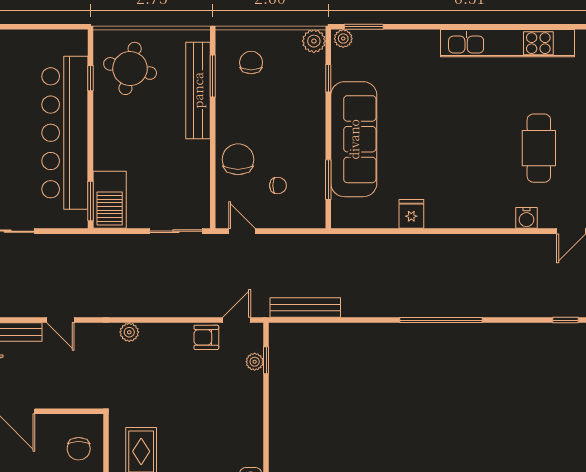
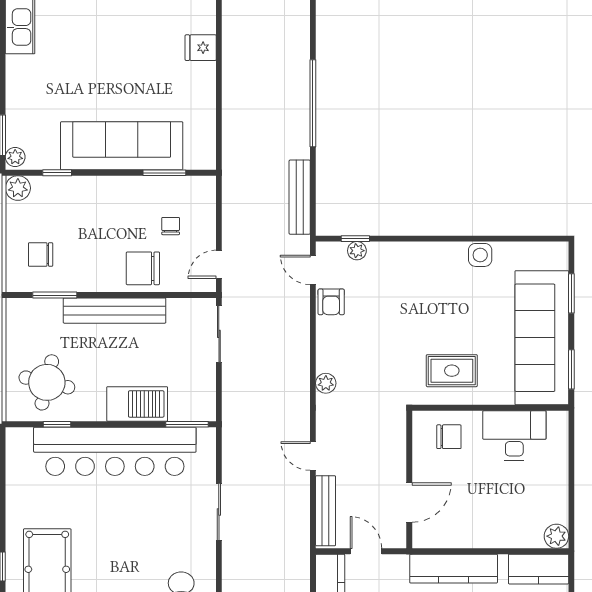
bench: (198, 90) -> (115, 311), moved
barbecue: (110, 200) -> (137, 404), moved
fridge: (411, 214) -> (201, 48), moved
door: (60, 320) -> (313, 456), swing flipped
window: (441, 320) -> (313, 103), moved

